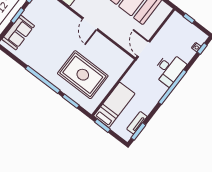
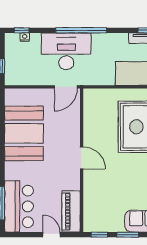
door: (90, 24) -> (82, 158), hinge flipped
desk: (169, 69) -> (66, 51), width x1.36, depth x1.30

